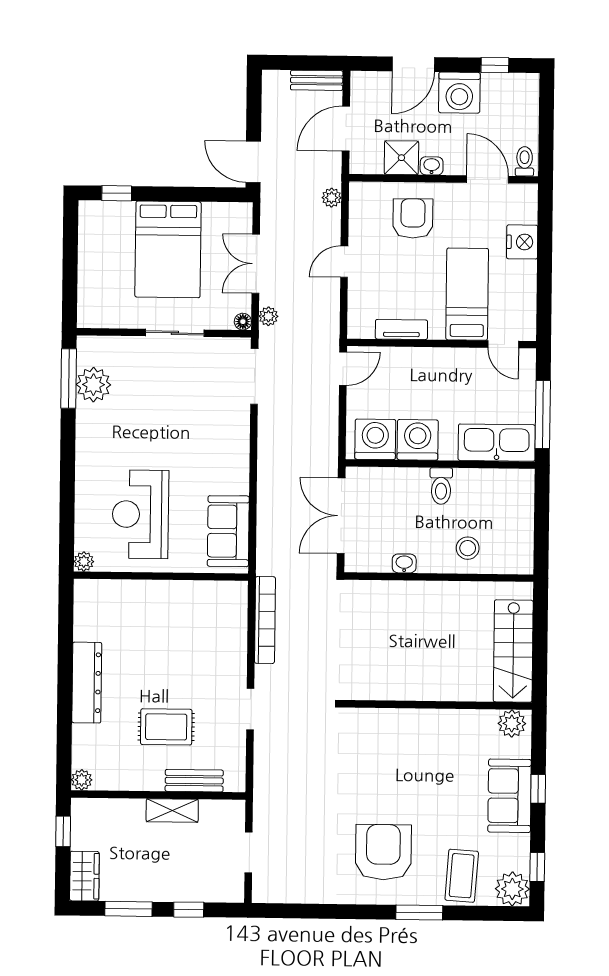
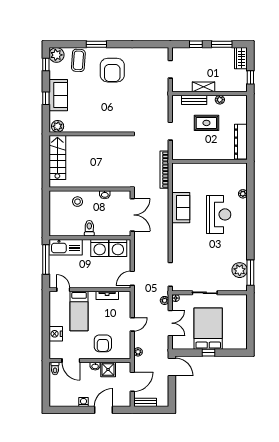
window: (495, 65) -> (68, 410), removed
washing machine: (459, 93) -> (83, 402), width x0.53, depth x0.53
window: (117, 193) -> (209, 353), moved
wall: (161, 576) -> (210, 161), moved
plant: (82, 780) -> (220, 100), moved

